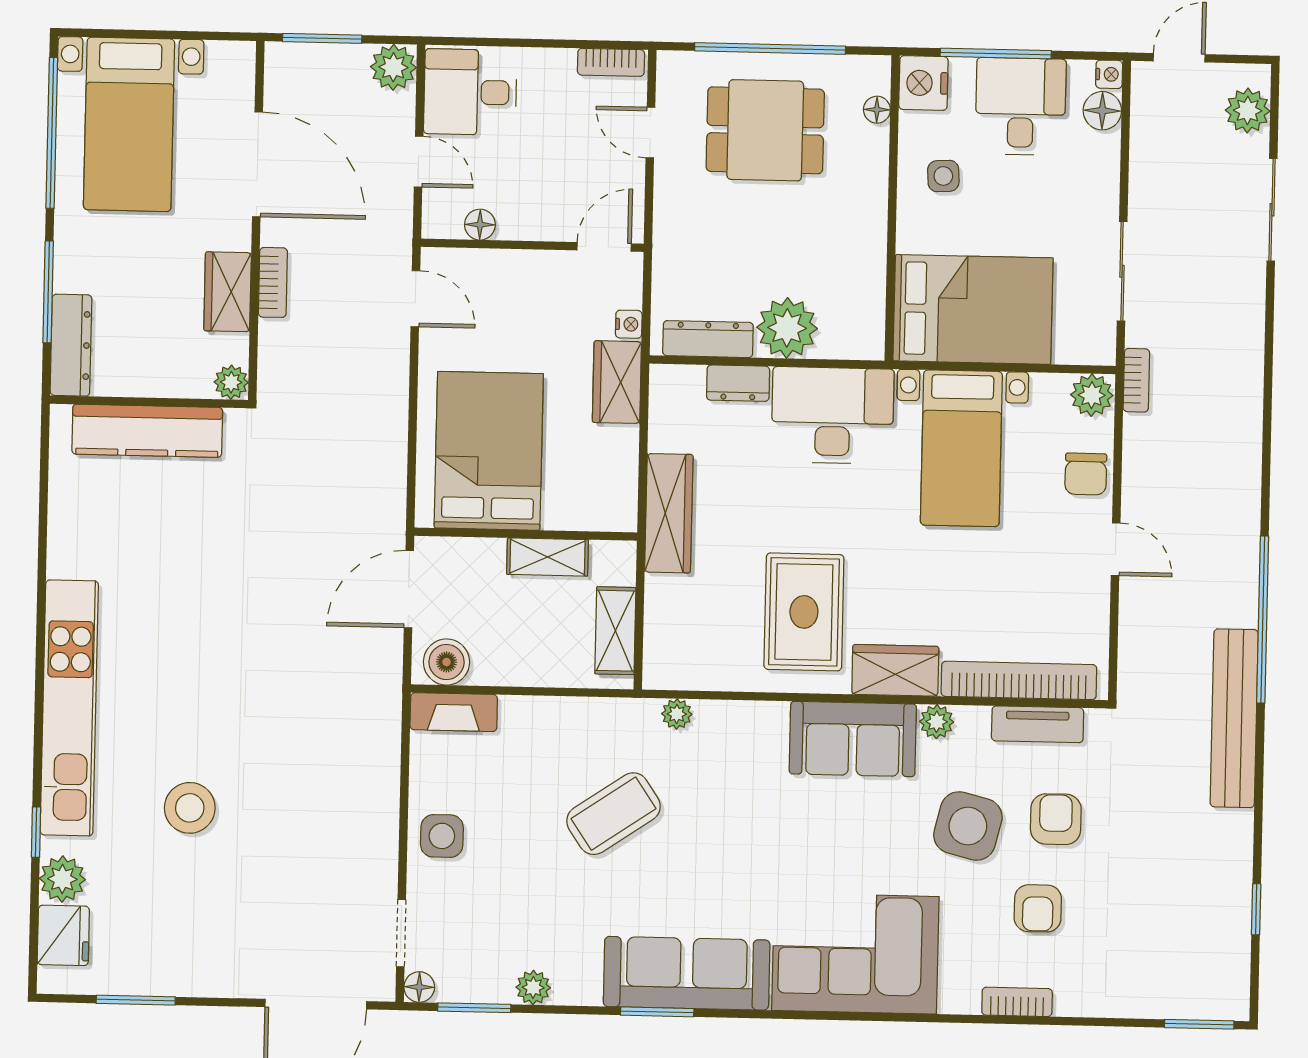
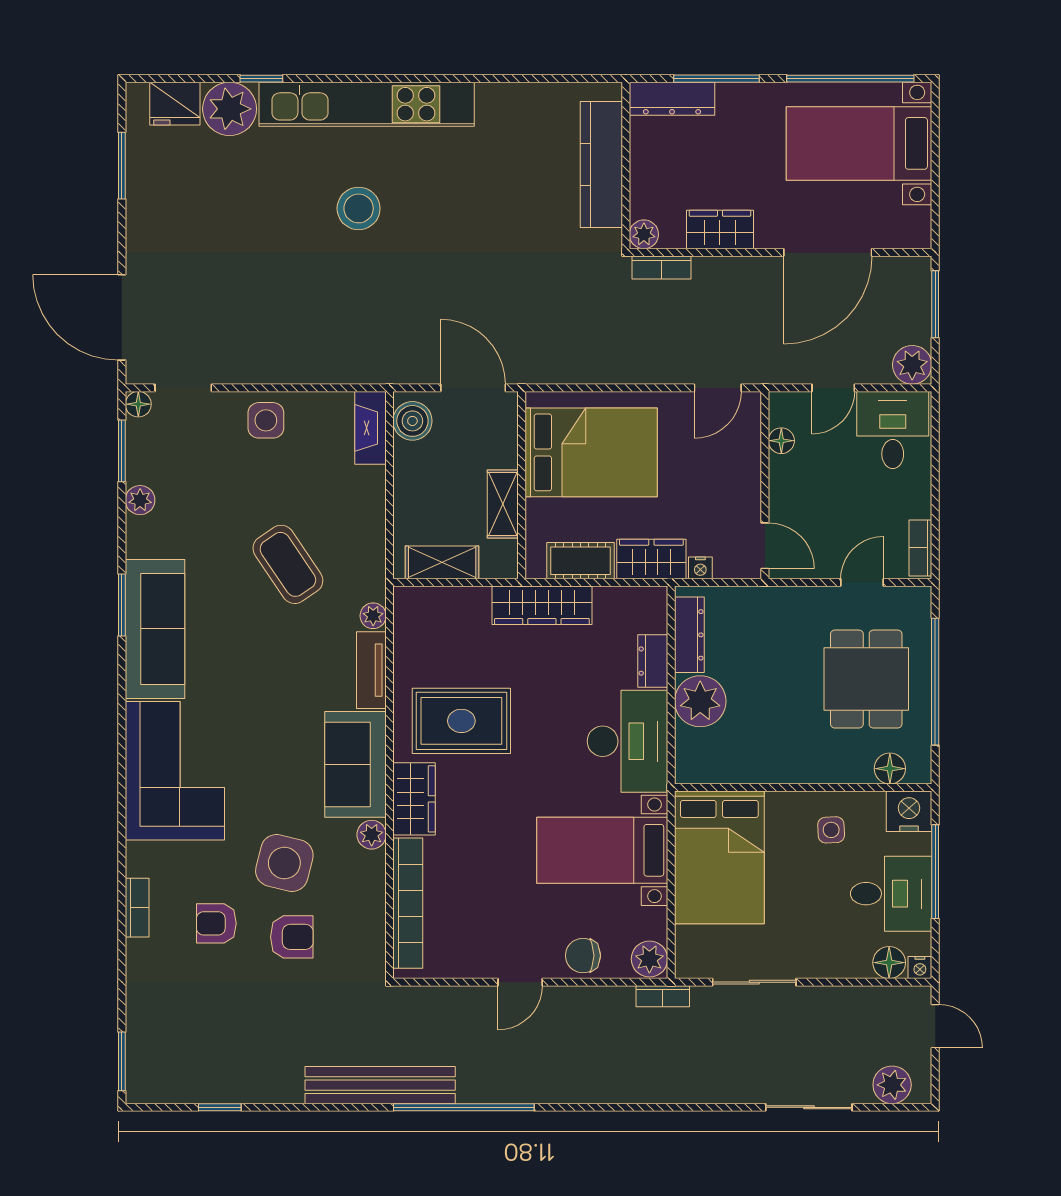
floor lamp: (877, 110) -> (890, 769), width x1.37, depth x1.37
bookcase: (273, 282) -> (661, 267), moved
cot: (617, 466) -> (580, 561), added
tv unit: (1038, 724) -> (371, 670), moved
stool: (190, 808) -> (359, 208), moved
plant: (62, 879) -> (230, 109), width x1.36, depth x1.36

